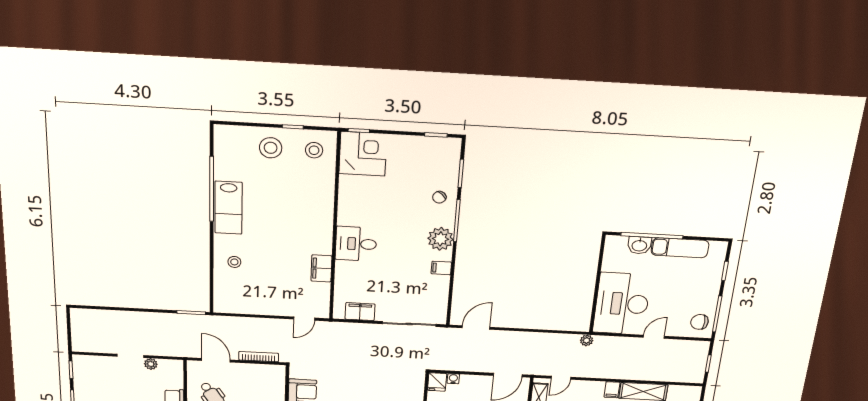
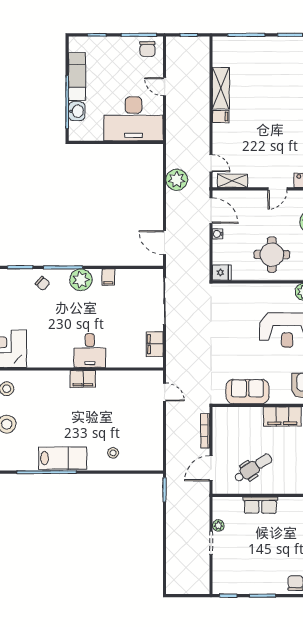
filing cabinet: (321, 268) -> (83, 379), moved
plant: (587, 340) -> (177, 180), moved, width x1.87, depth x1.87
water cooler: (453, 379) -> (218, 234), moved

